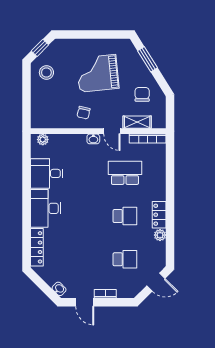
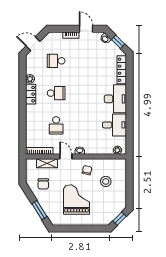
stool: (46, 72) -> (106, 181), moved
grand piano: (98, 73) -> (77, 200), turned -84
school desk: (125, 173) -> (56, 125), width x0.54
school desk: (125, 216) -> (56, 93), turned 180
window: (42, 285) -> (118, 42), added

